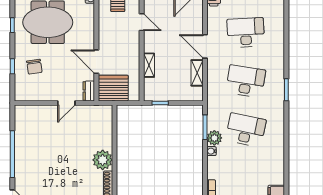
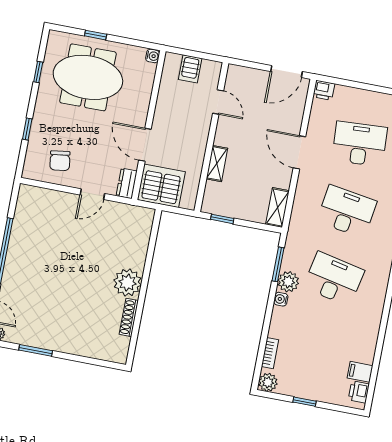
chair: (34, 67) -> (60, 161), moved
shelving: (197, 73) -> (277, 208), moved

